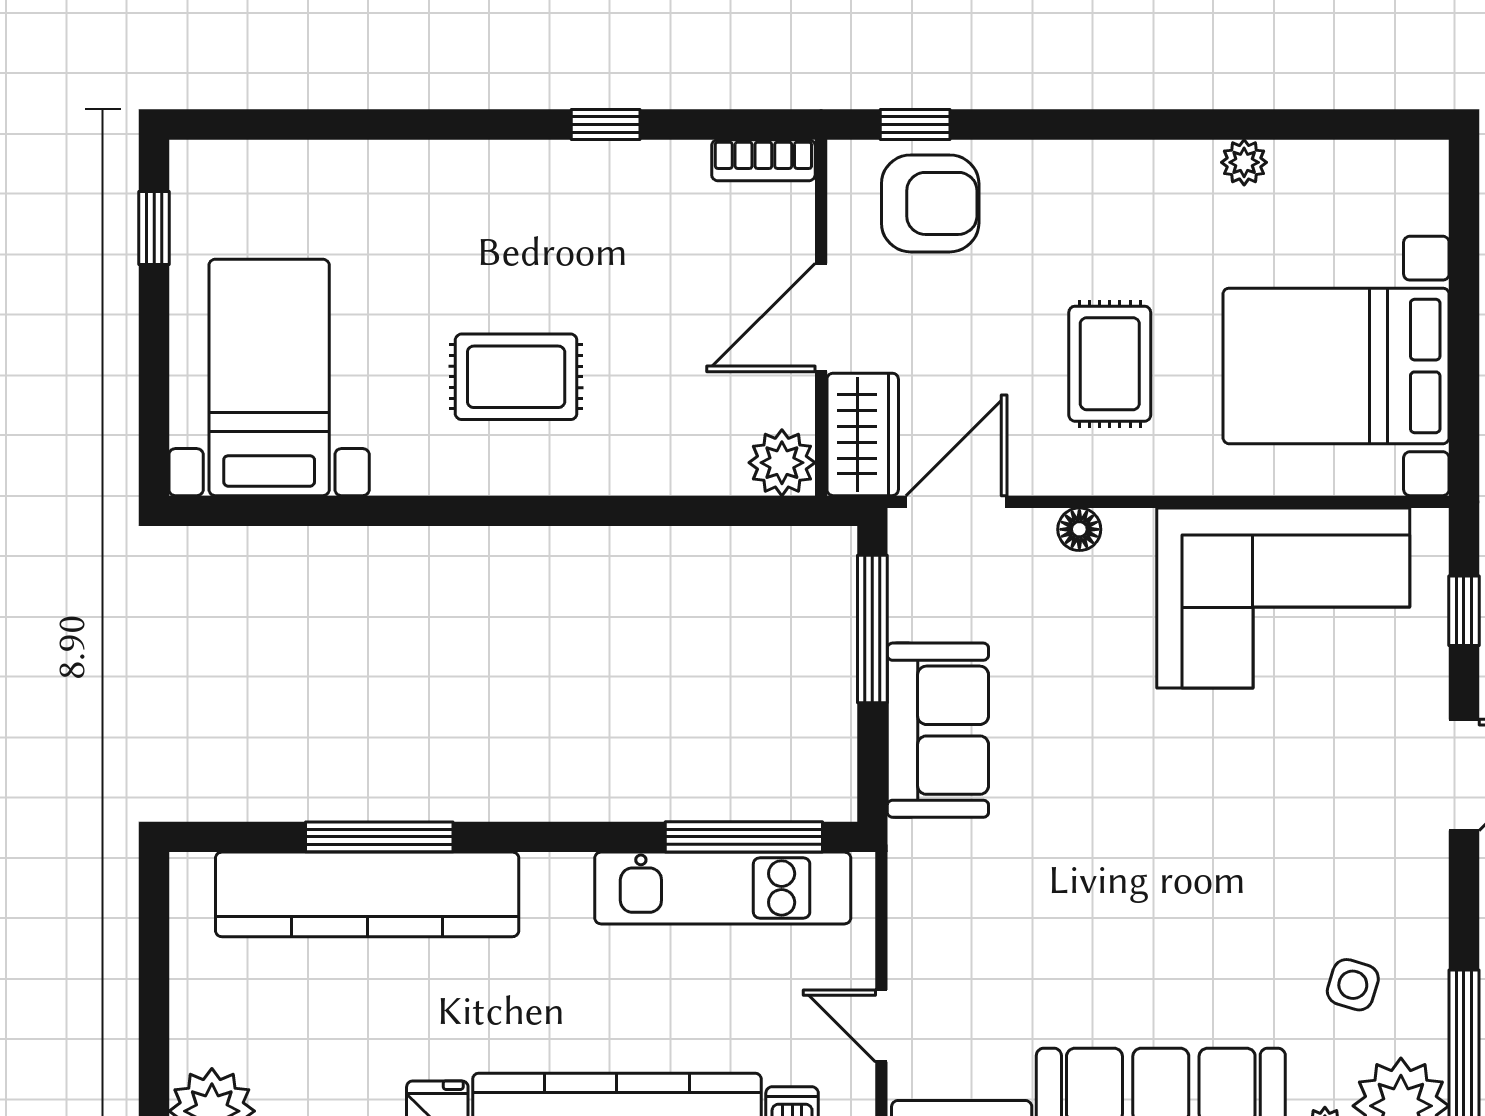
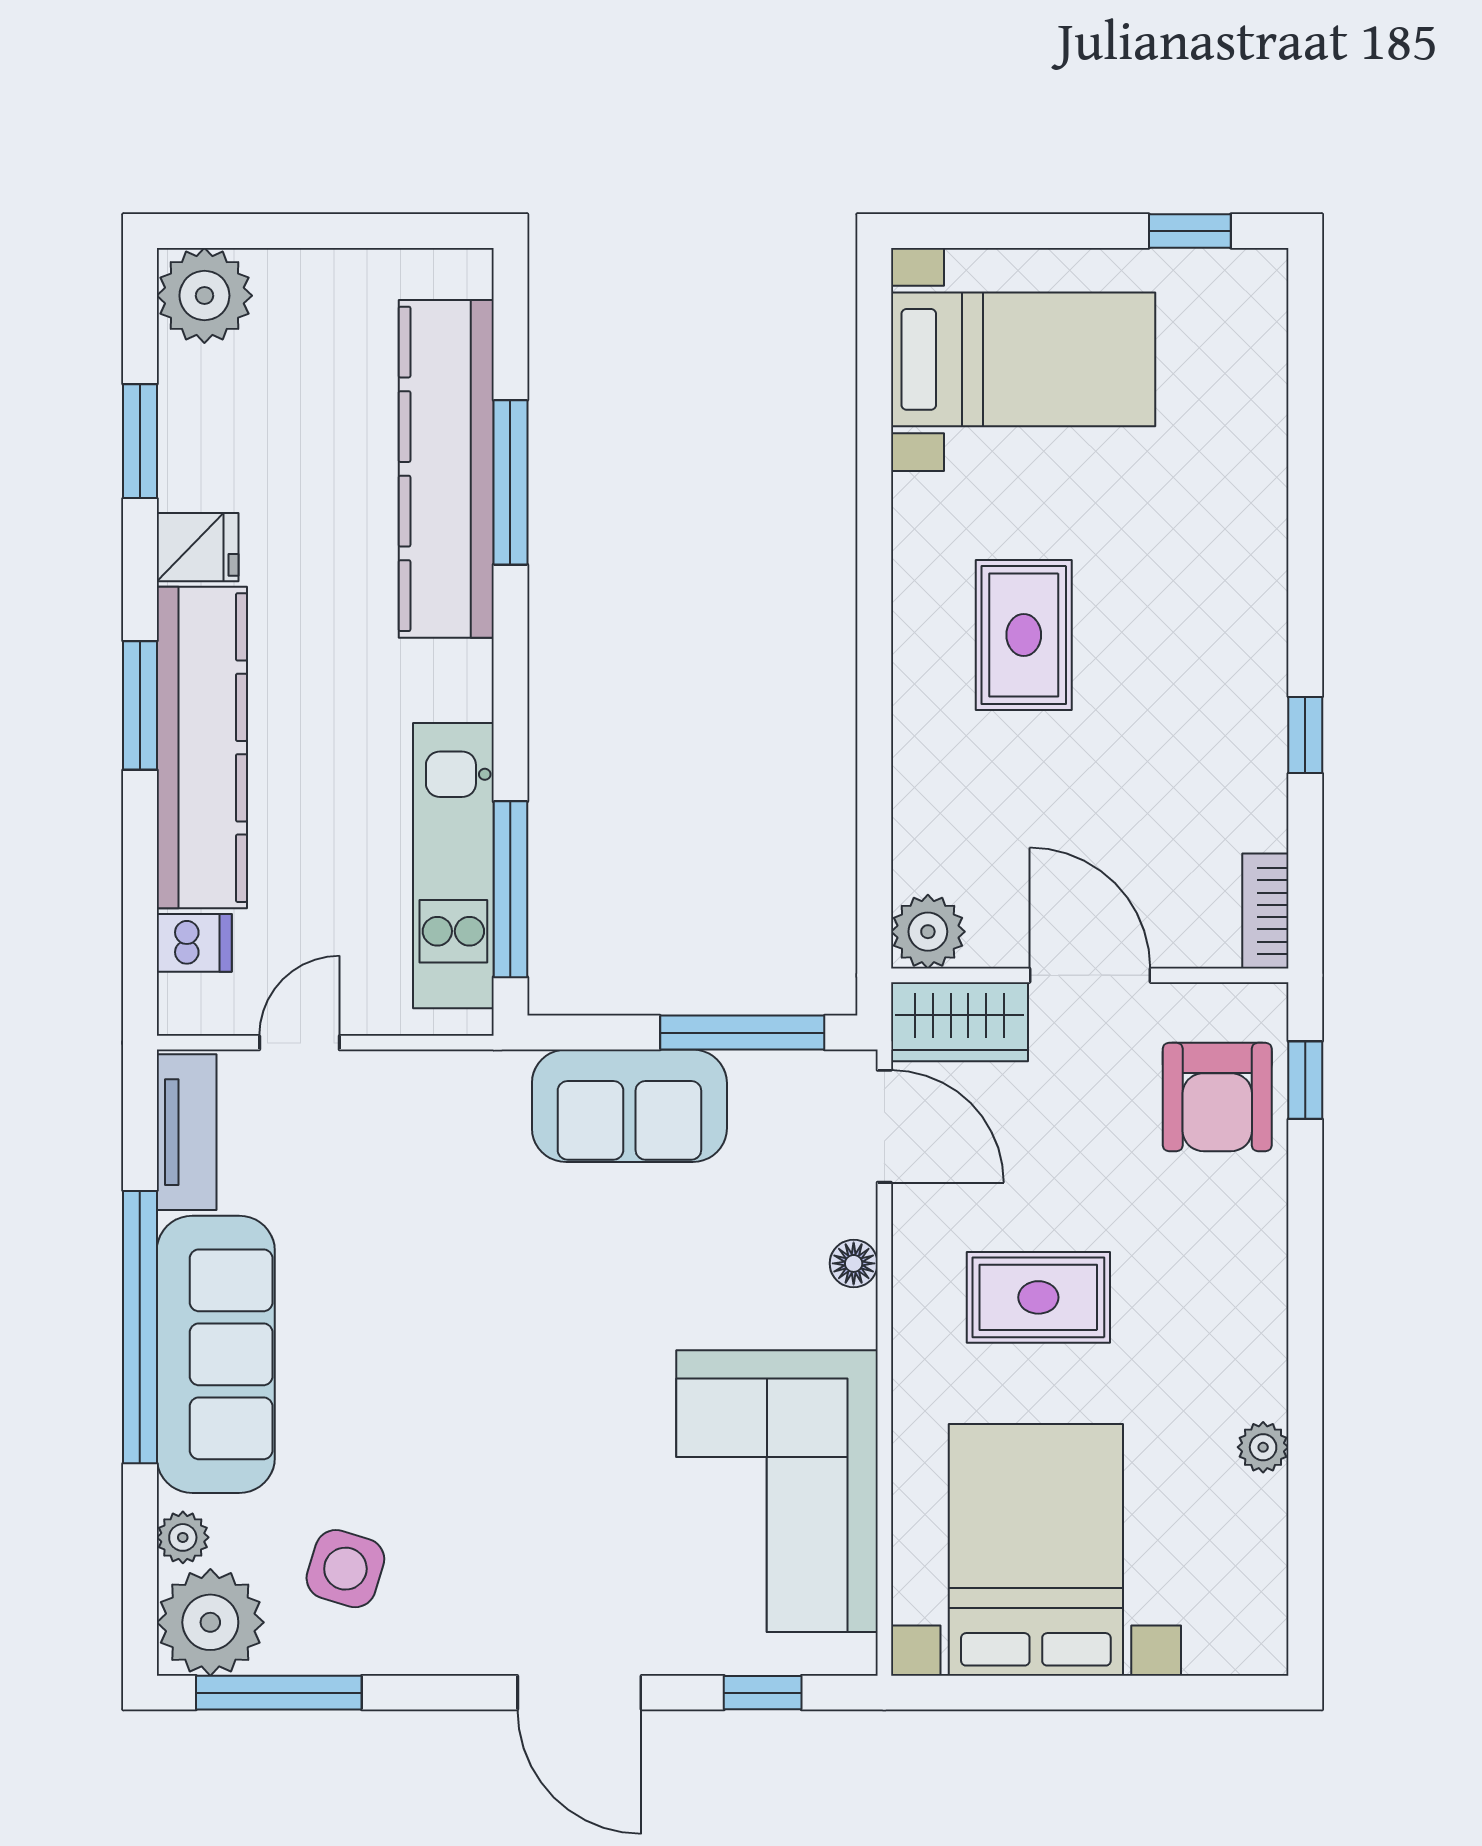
side table: (1353, 985) -> (345, 1569), width x1.37, depth x1.37

